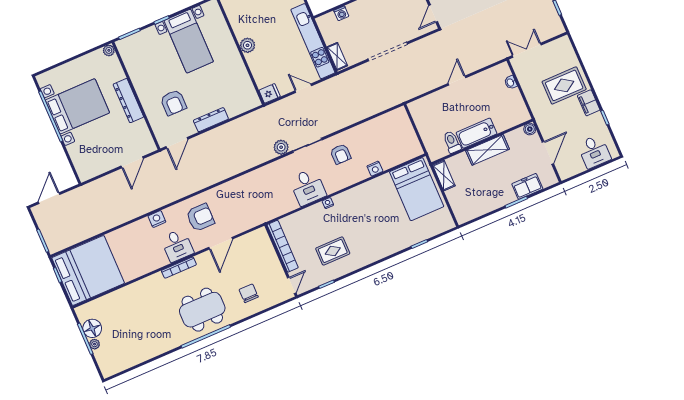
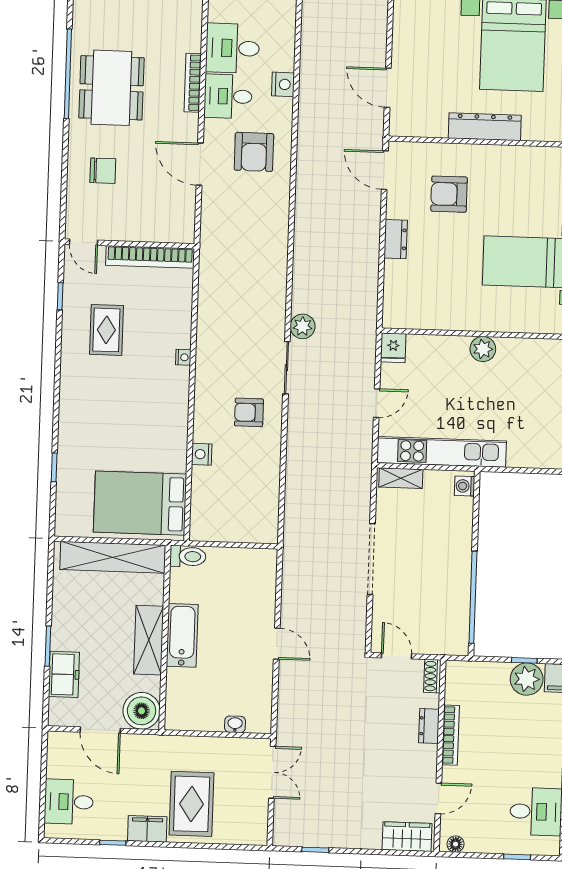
washing machine: (341, 13) -> (465, 486), moved
dresser: (211, 120) -> (396, 239), width x0.70
boiler: (530, 129) -> (142, 711), width x1.86, depth x1.86
toilet: (452, 142) -> (188, 556), moved
shelving: (444, 175) -> (113, 557), width x2.20, depth x1.33
desk: (308, 187) -> (233, 48), moved

